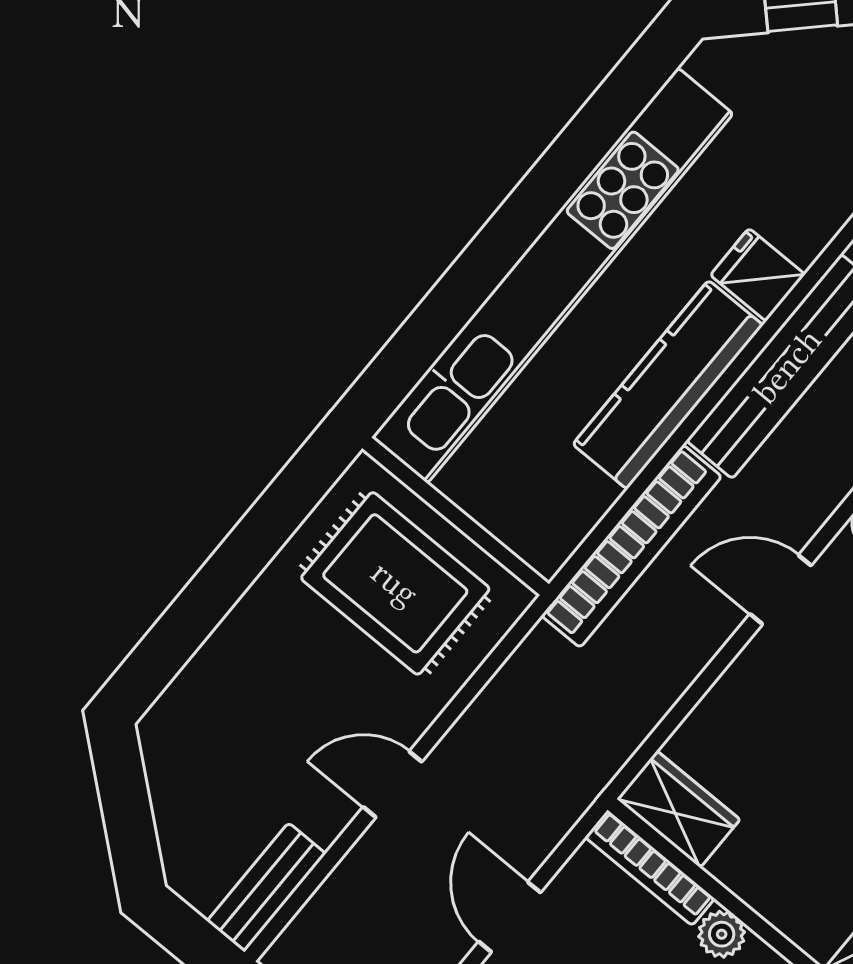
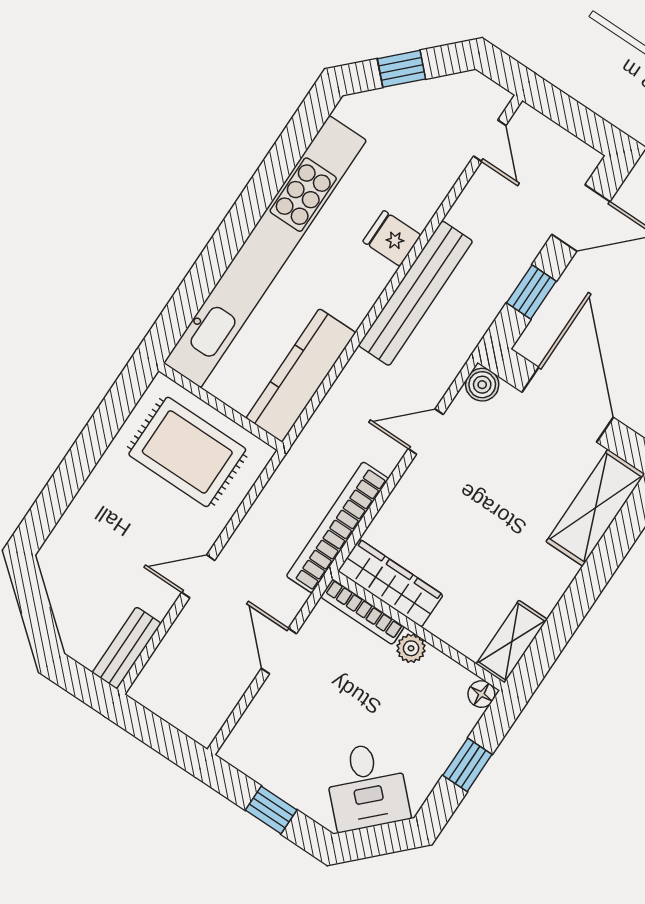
kitchen counter: (668, 385) -> (301, 375), moved
bookcase: (631, 546) -> (337, 527), moved, turned 180
wardrobe: (678, 809) -> (390, 583), width x1.50

